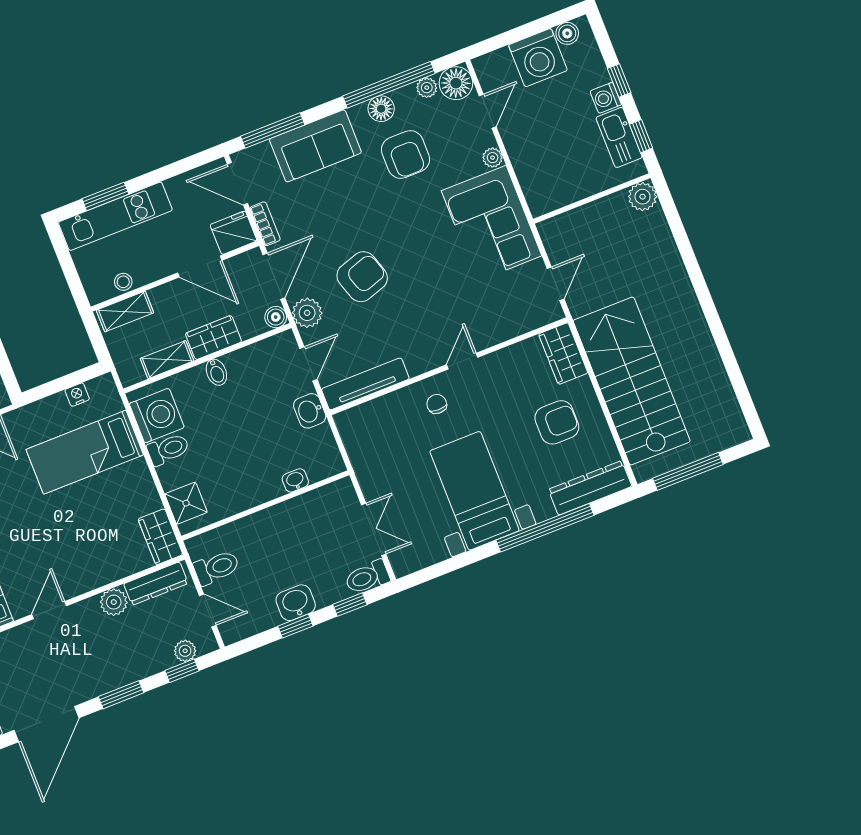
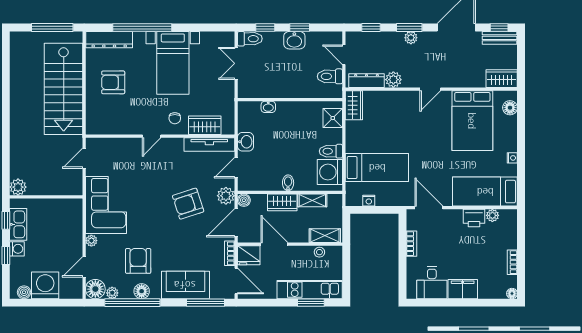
wardrobe: (563, 354) -> (205, 125), moved, turned -90
plant: (185, 651) -> (411, 38), moved

